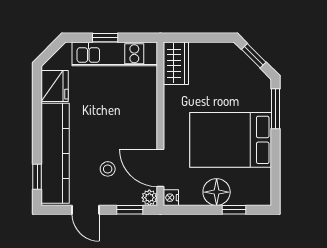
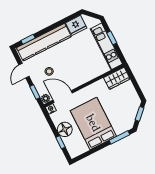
door: (160, 168) -> (63, 96), hinge flipped

